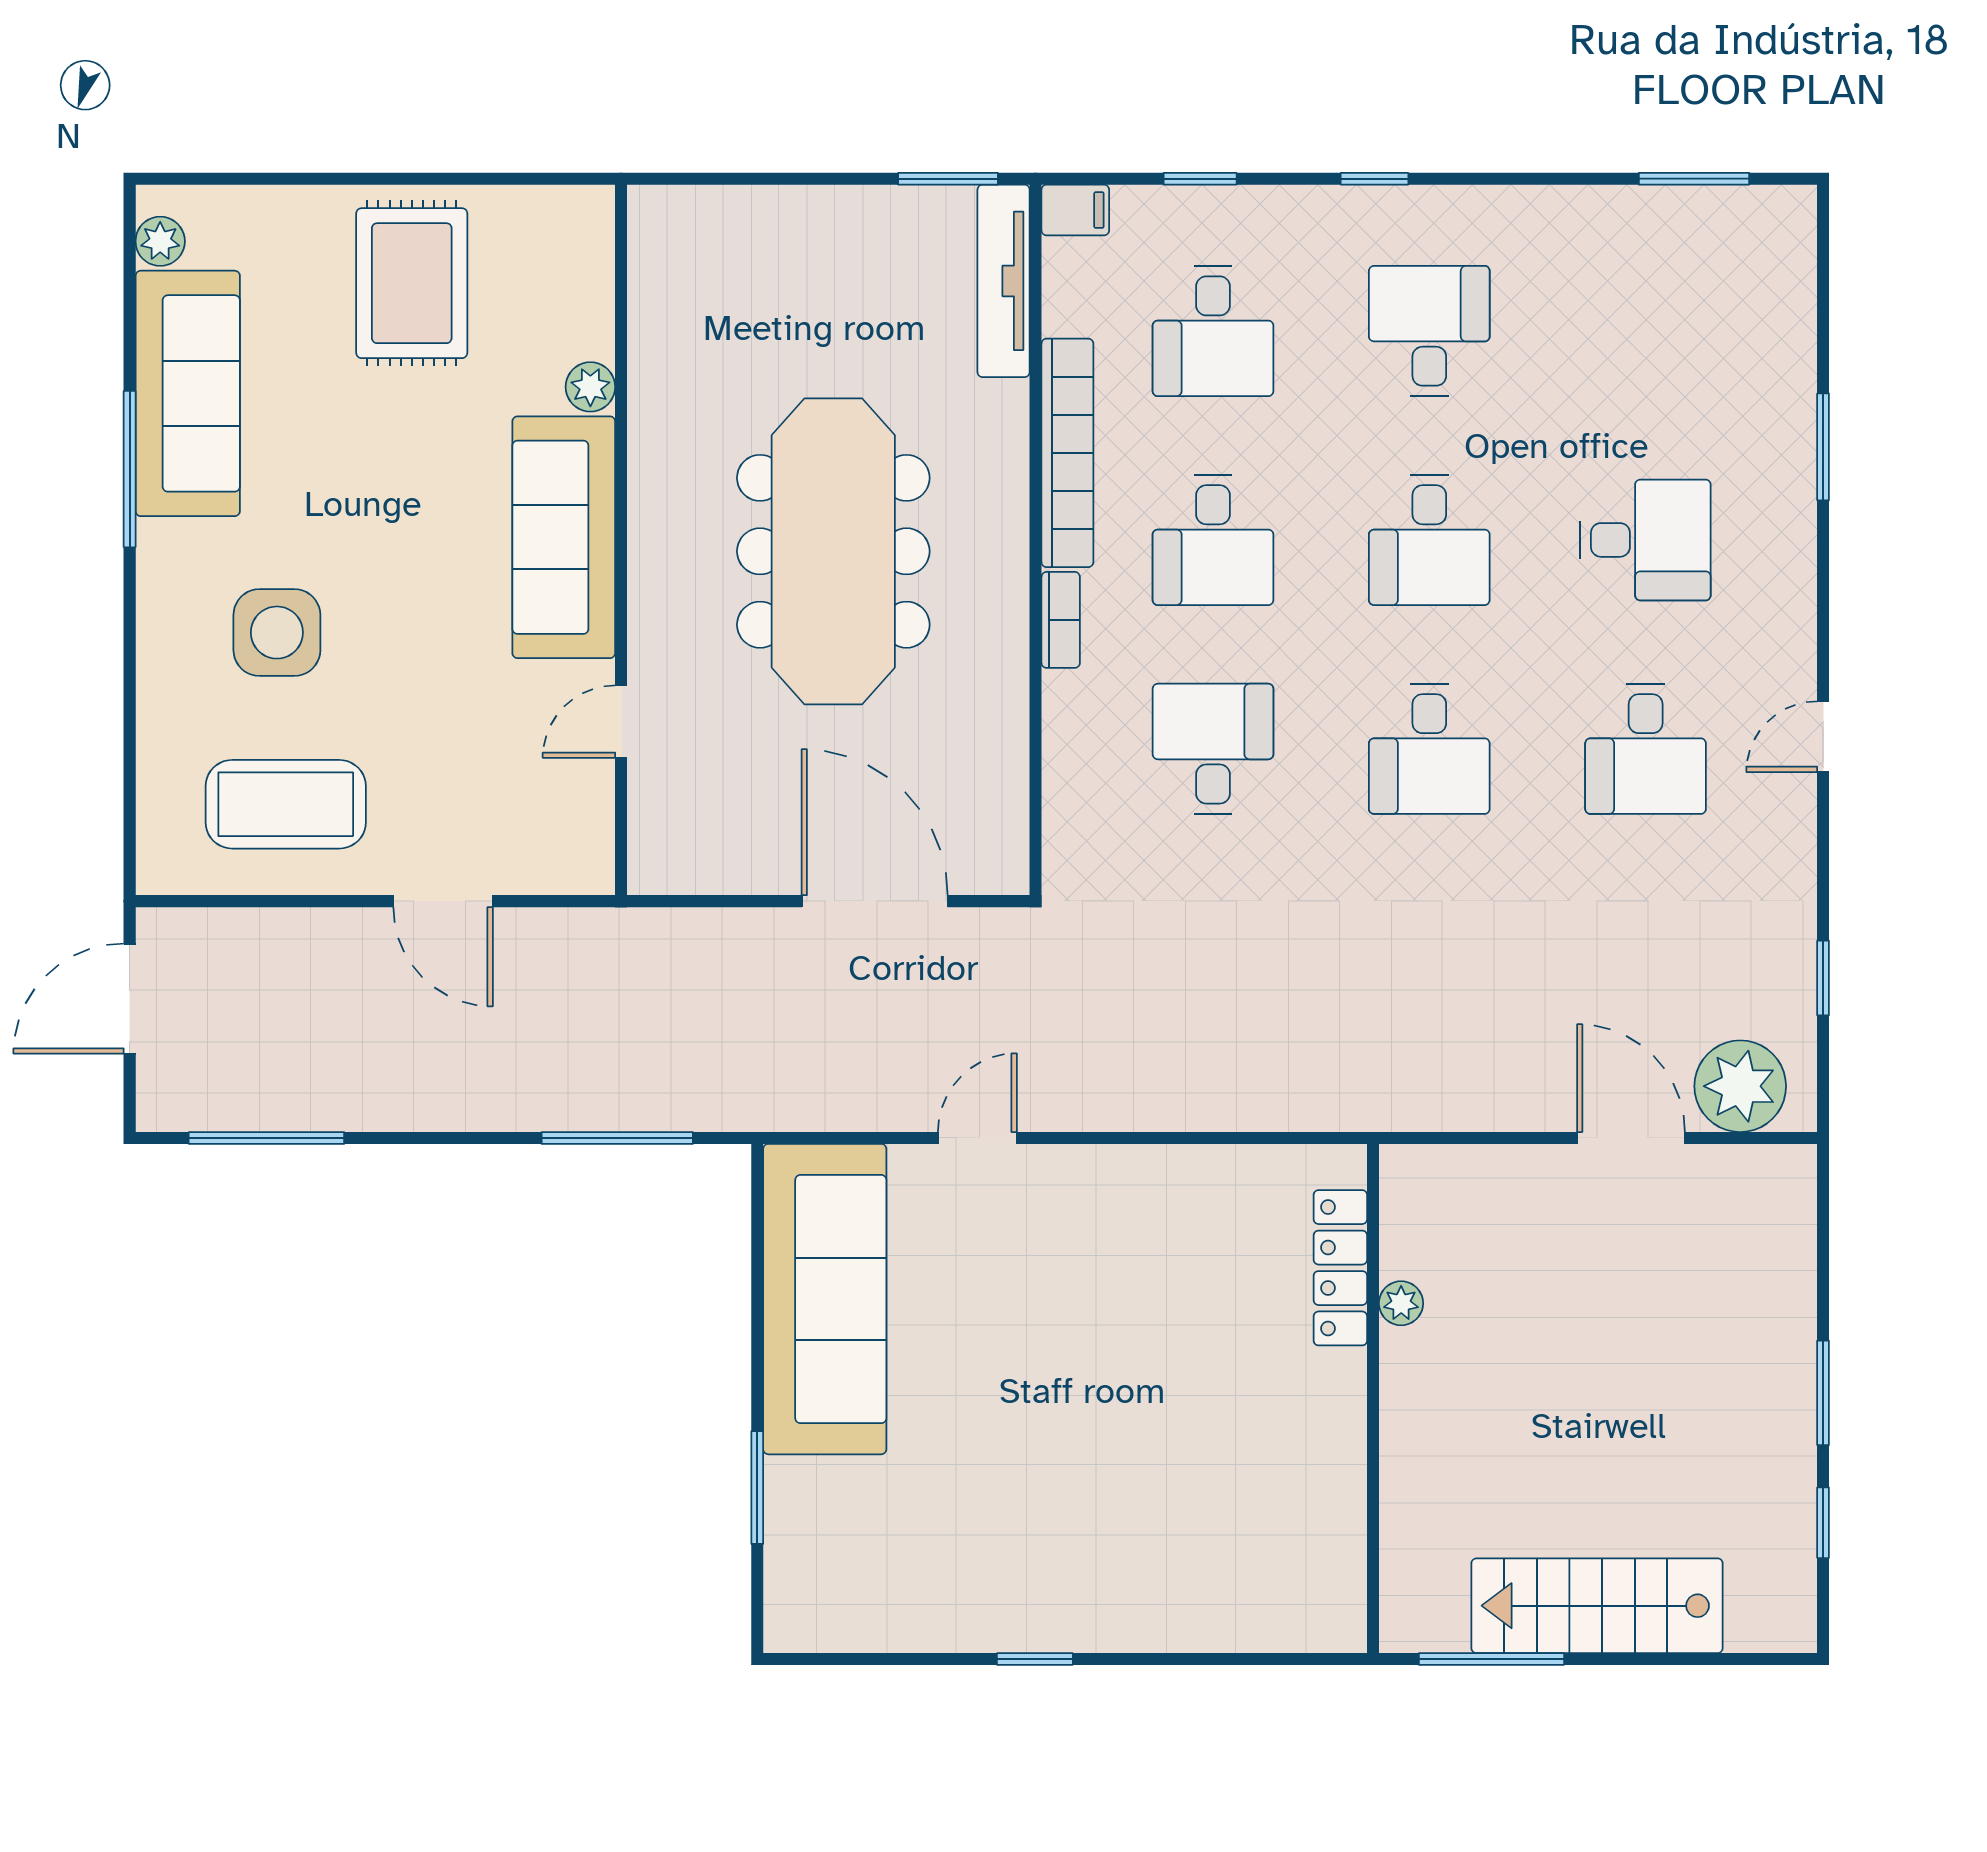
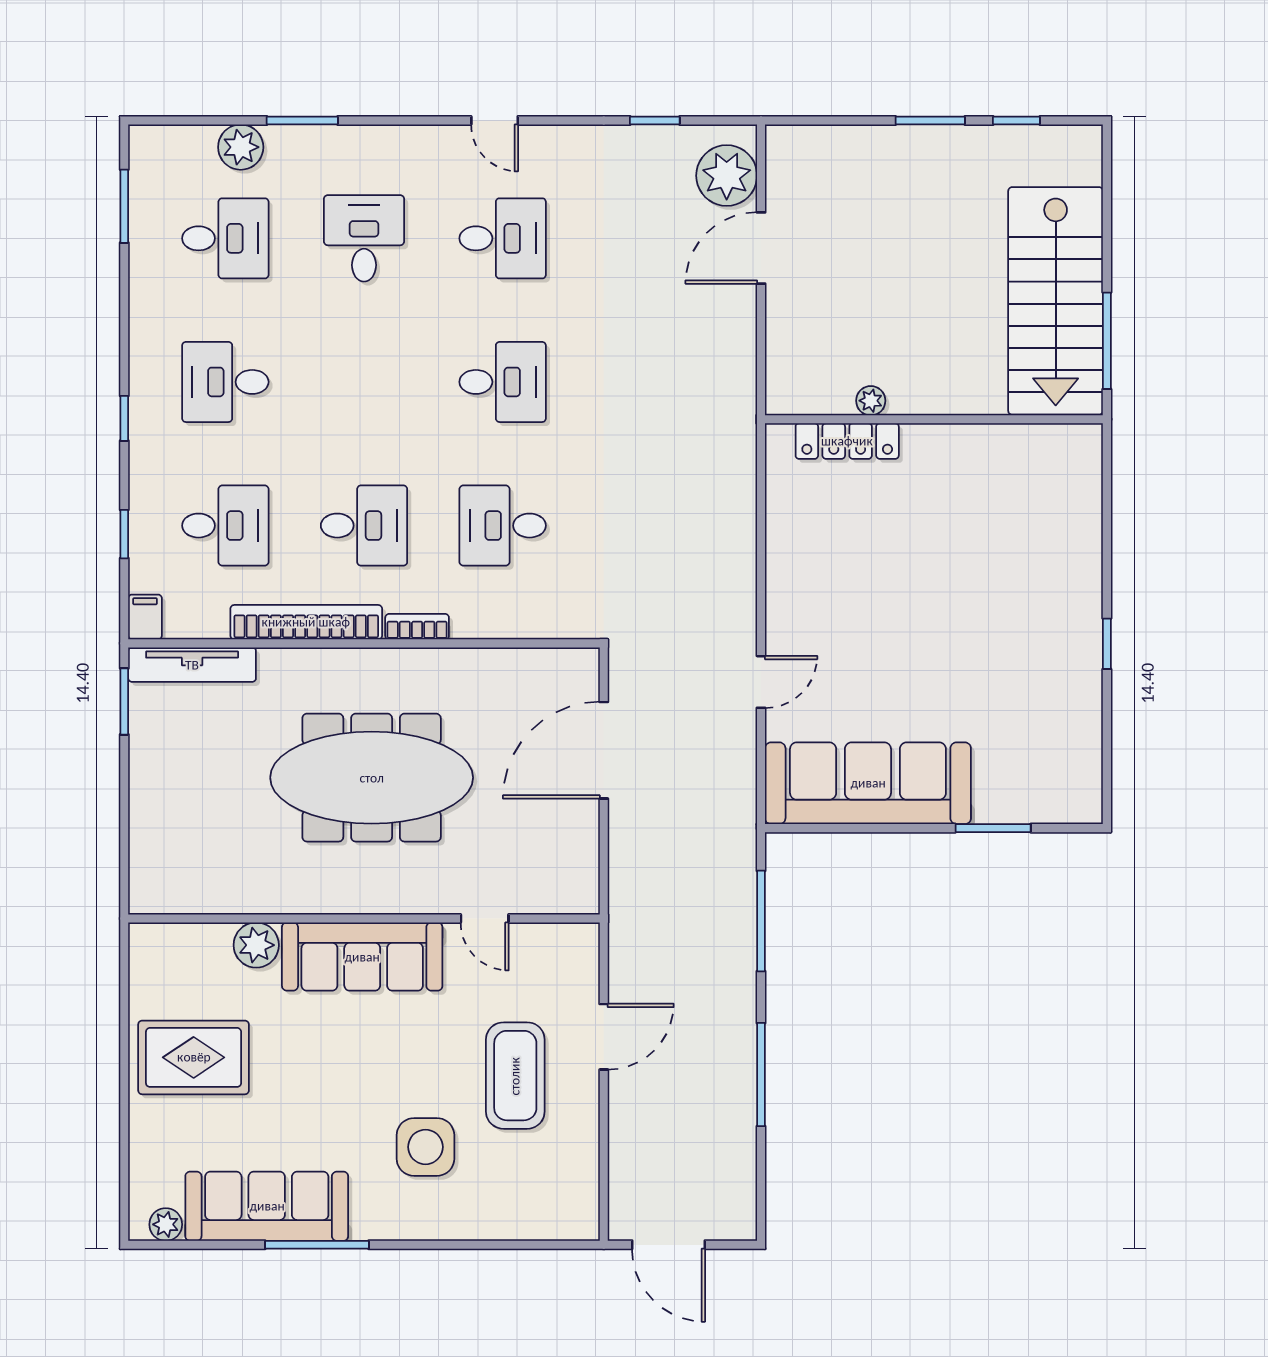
plant: (1783, 354) -> (241, 147), added
plant: (590, 387) -> (256, 945), width x1.38, depth x1.38
desk: (1429, 540) -> (225, 238), moved
coffee table: (286, 804) -> (515, 1076), moved
window: (266, 1138) -> (761, 1075), moved
door: (977, 1138) -> (761, 682), swing flipped
stairs: (1597, 1606) -> (1056, 301), width x1.36, depth x1.51

